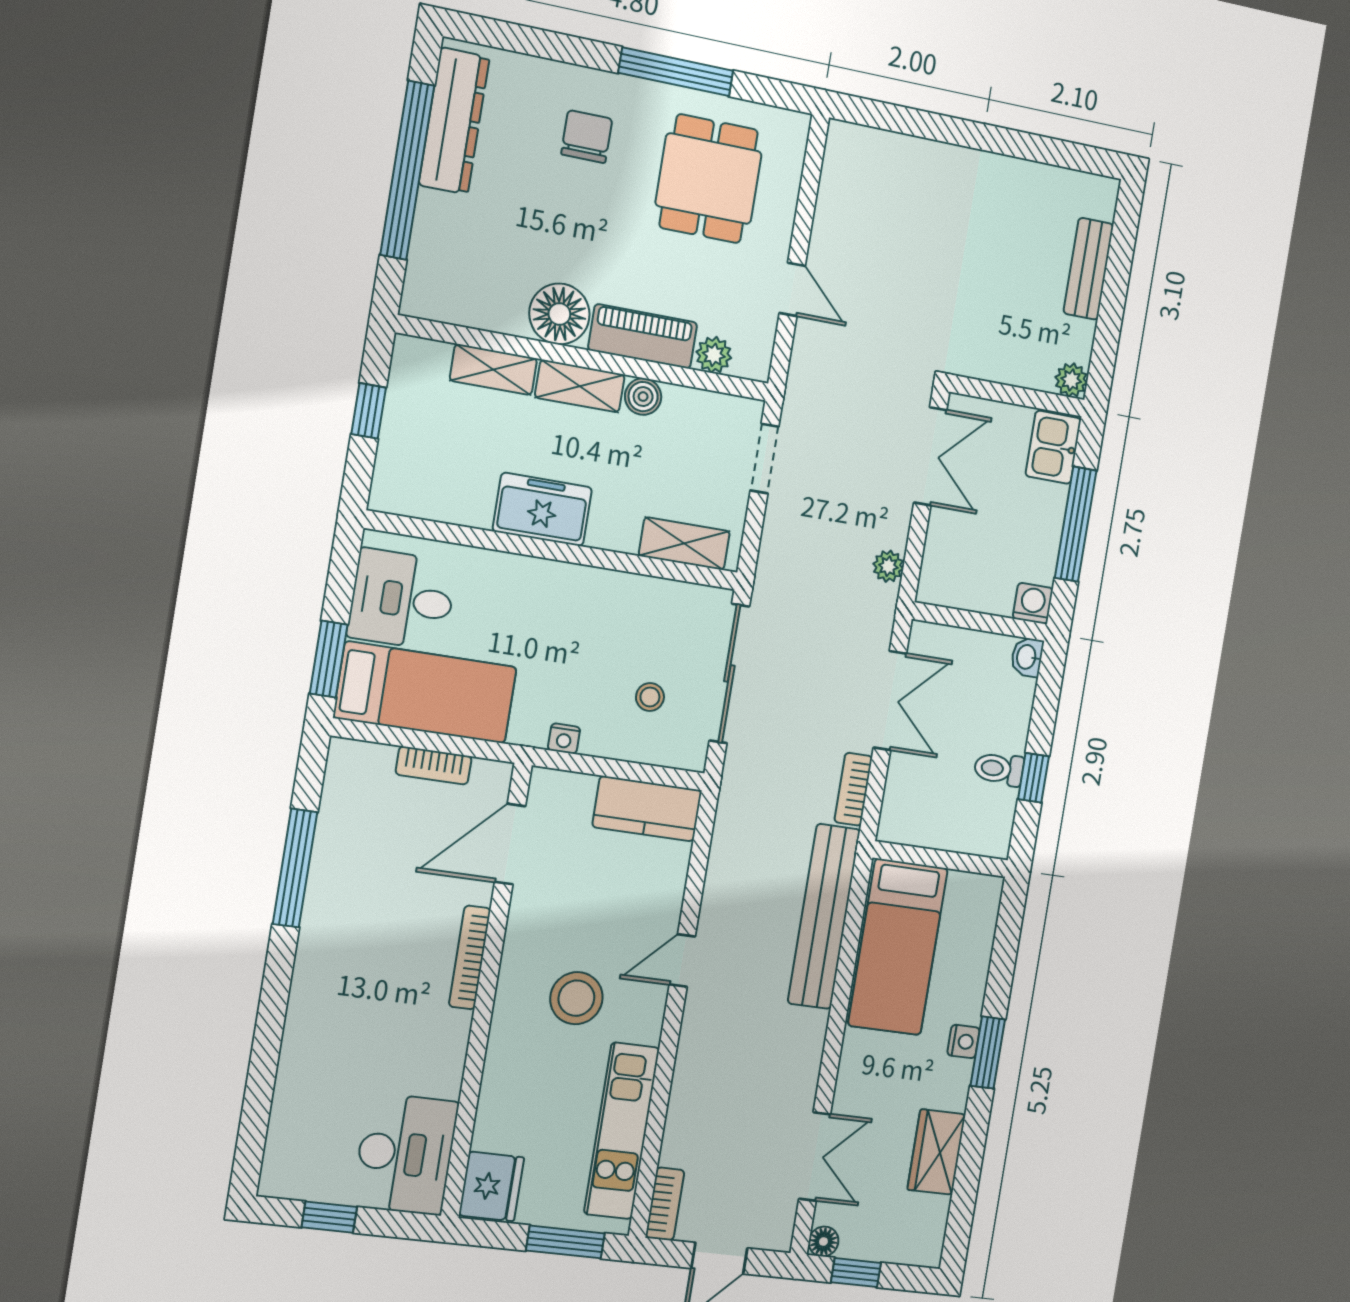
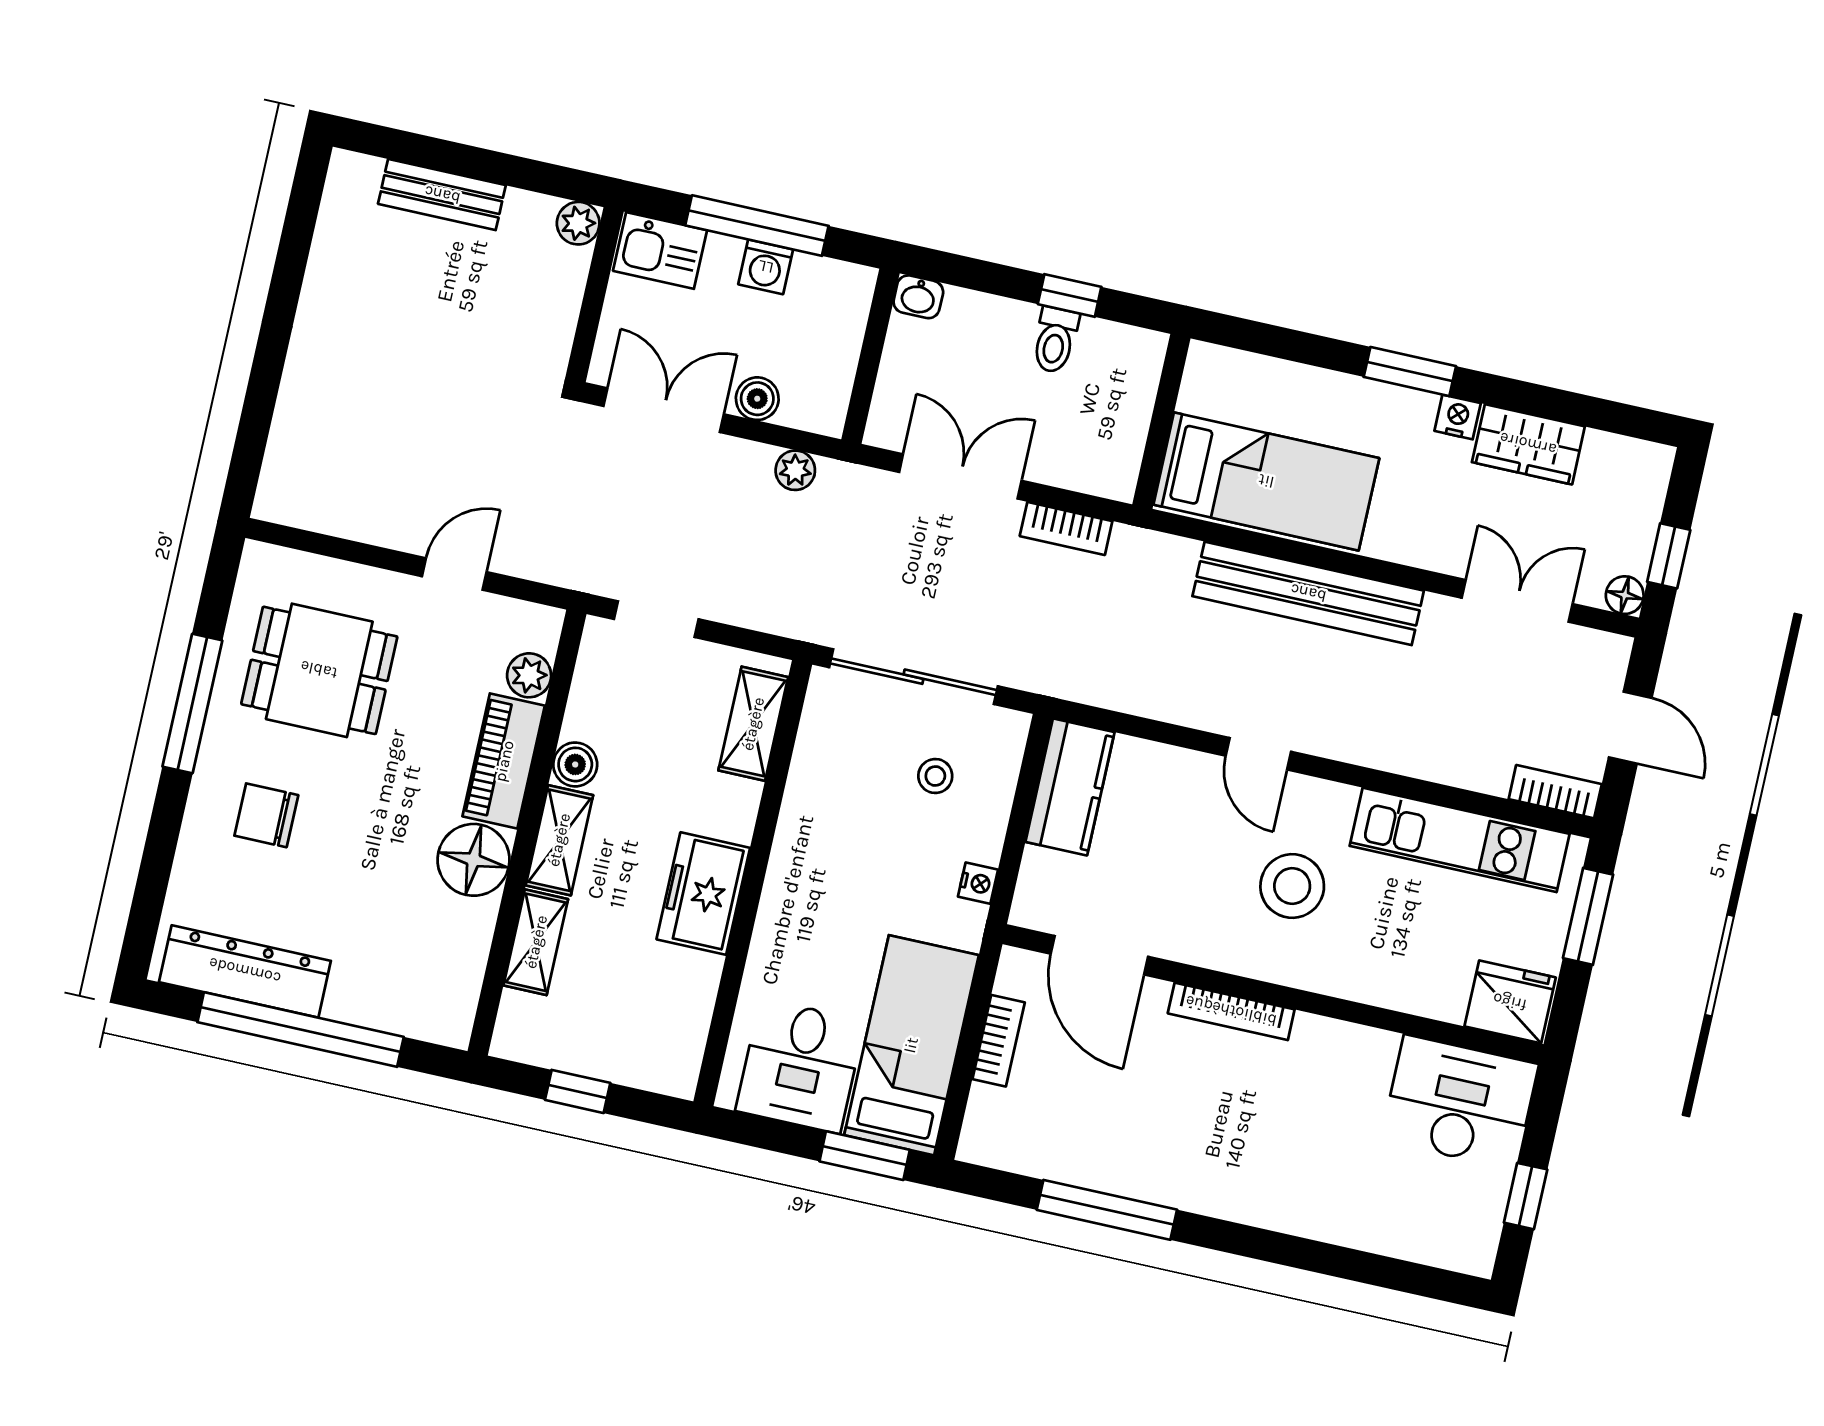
boiler: (943, 532) -> (757, 399), added
washing machine: (1033, 603) -> (766, 267), moved, turned -90
bench: (824, 916) -> (1308, 593), moved
nightstand: (963, 1041) -> (1458, 417), moved

